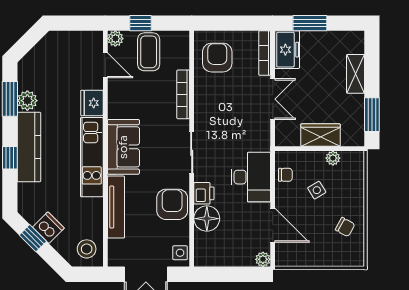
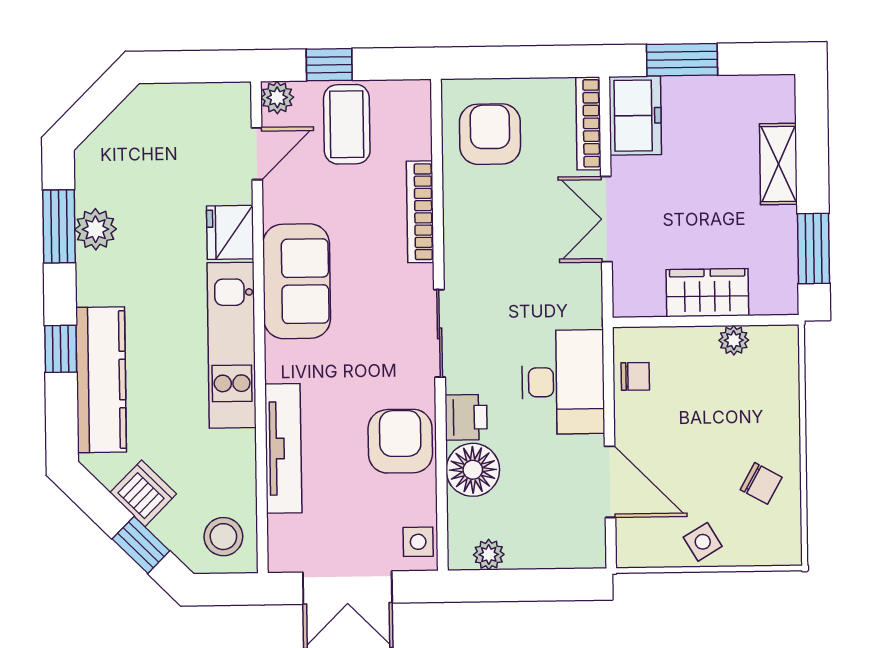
door: (105, 65) -> (257, 154), hinge flipped
double door: (273, 99) -> (606, 219), swing flipped
kitchen counter: (29, 147) -> (101, 380), moved
sofa: (123, 147) -> (297, 281), moved
side table: (317, 190) -> (703, 542), moved
window: (33, 238) -> (141, 545), moved
plant: (263, 259) -> (489, 555), moved

